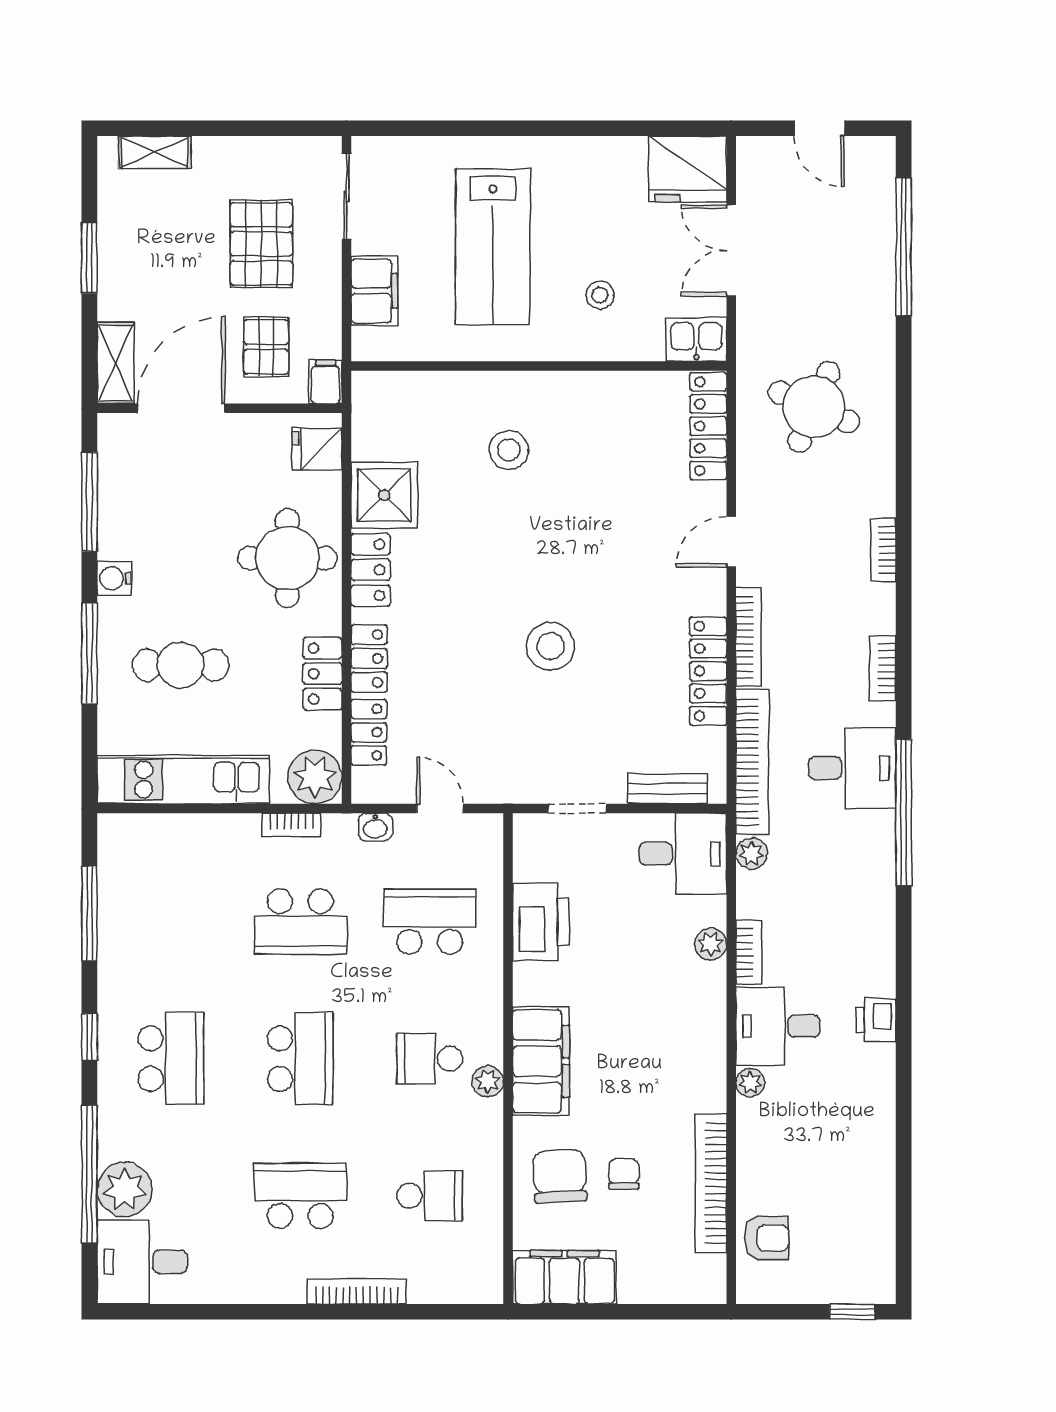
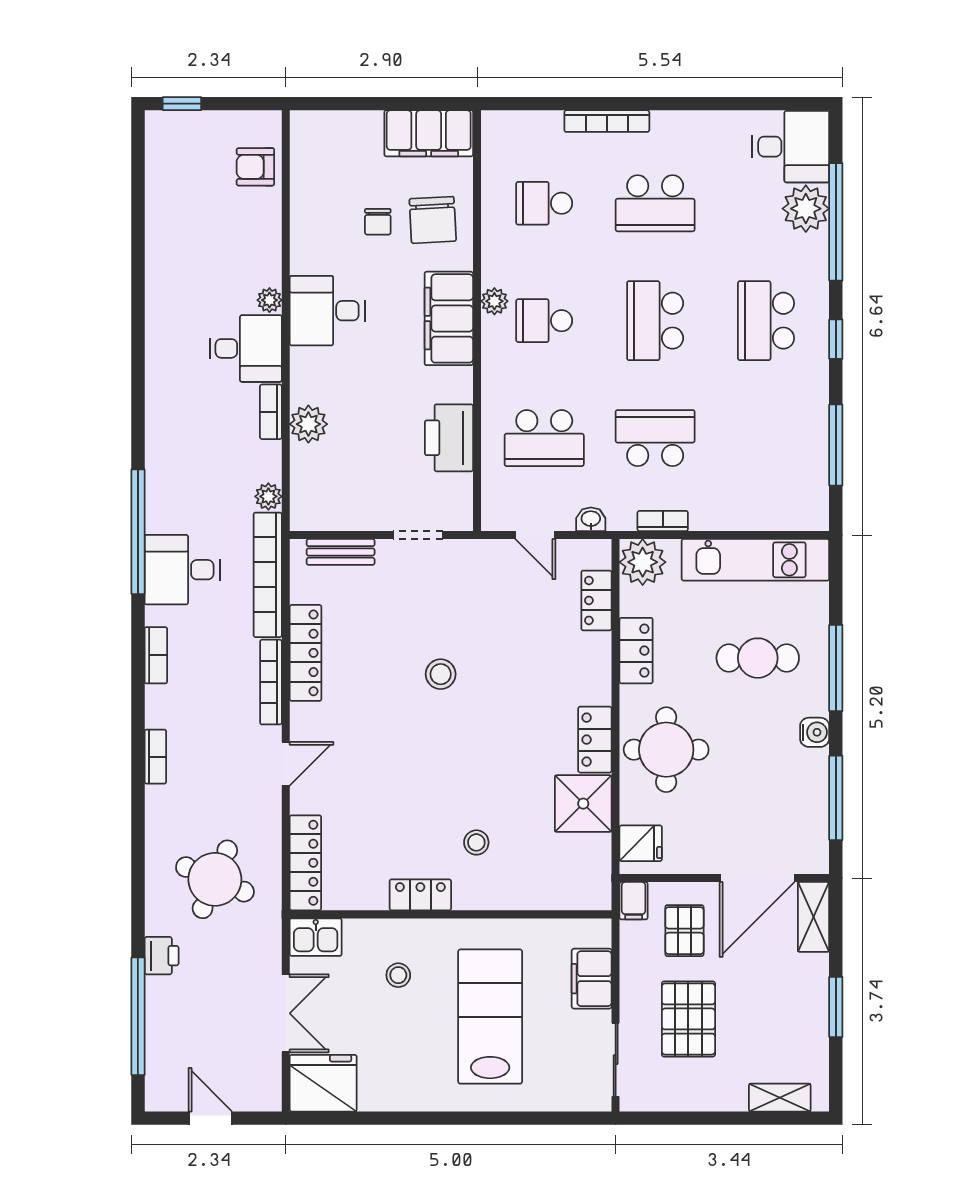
stool: (509, 450) -> (476, 842), width x0.73, depth x0.73
stool: (551, 646) -> (441, 674), width x0.73, depth x0.73
locker: (369, 658) -> (420, 895), moved, turned 90
desk: (683, 854) -> (327, 311), moved
plant: (711, 944) -> (308, 424), width x1.38, depth x1.38
printer: (876, 1020) -> (162, 956), moved
school desk: (430, 1059) -> (544, 321), turned 180
bookcase: (711, 1183) -> (303, 214), removed

